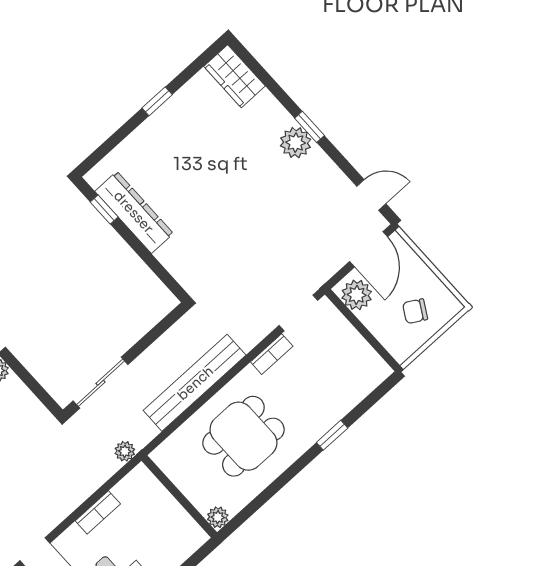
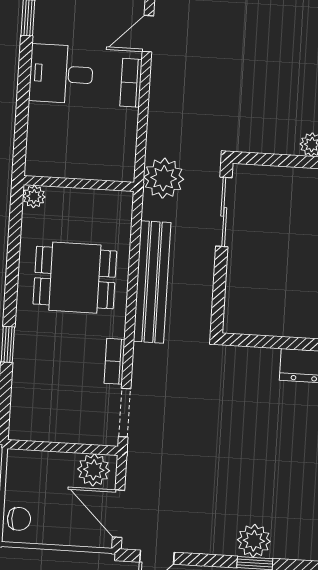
chair: (415, 311) -> (19, 519), moved, turned 60
dining table: (243, 436) -> (75, 278), turned 90
plant: (125, 451) -> (164, 178), width x1.87, depth x1.87
bookcase: (98, 512) -> (131, 83), moved

